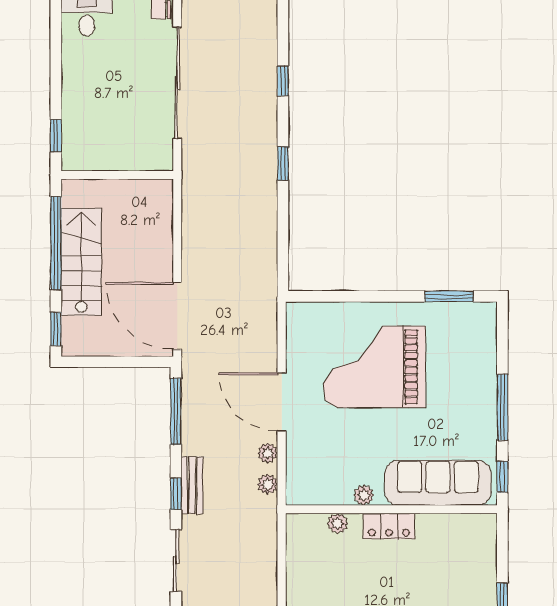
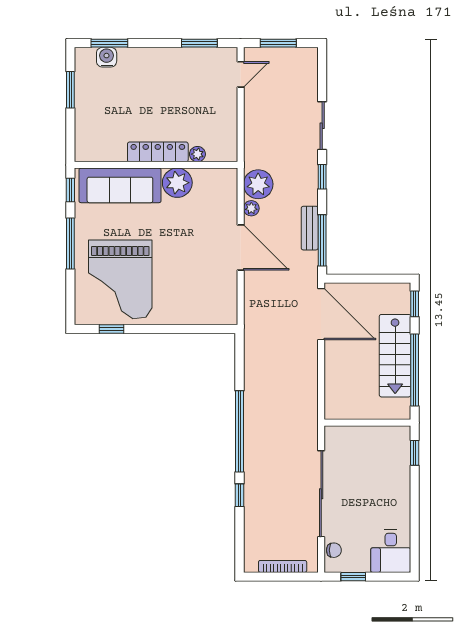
window: (283, 164) -> (240, 431), width x3.17
window: (449, 296) -> (112, 329), width x0.67
grand piano: (374, 367) -> (120, 279), moved, turned 90
plant: (268, 484) -> (258, 184), width x1.87, depth x1.87
bench: (192, 485) -> (310, 228), moved
plant: (364, 495) -> (177, 183), width x1.88, depth x1.88
locker: (389, 526) -> (158, 152), width x1.53

